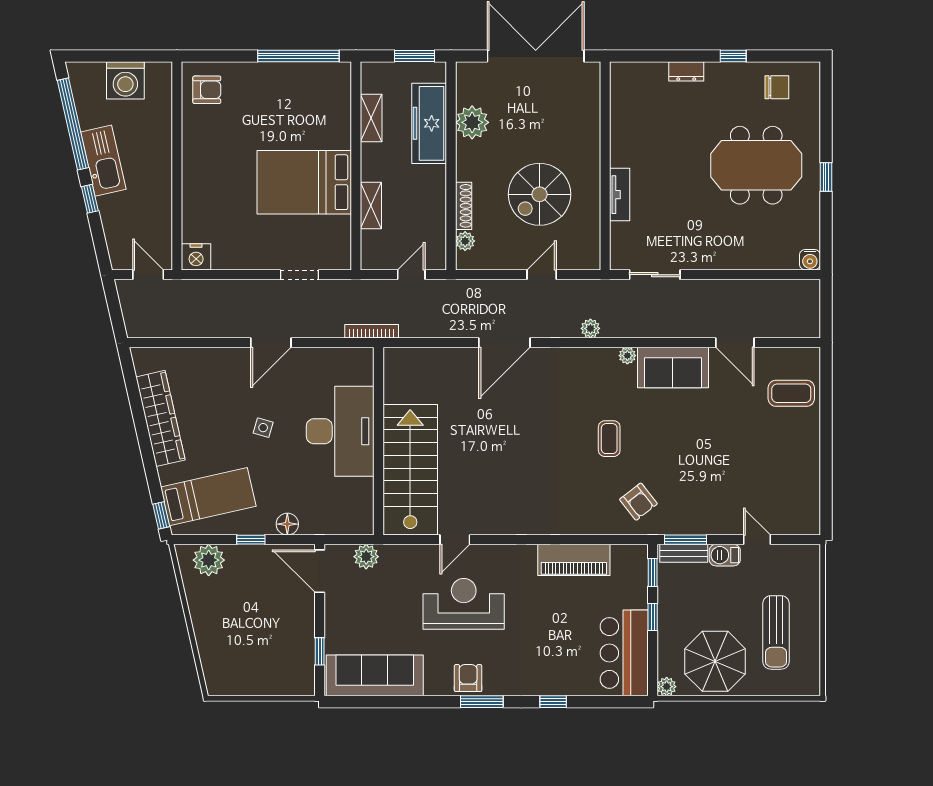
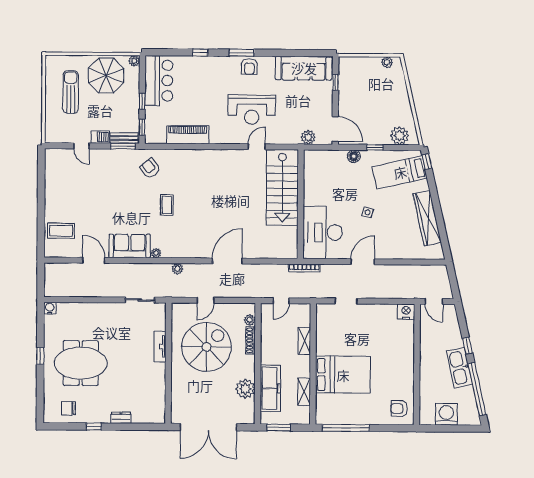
bed: (304, 182) -> (343, 375), moved
spiral stairs: (540, 194) -> (206, 347), width x1.37, depth x1.37
desk: (340, 431) -> (323, 232), moved
plant: (231, 686) -> (387, 62), added

